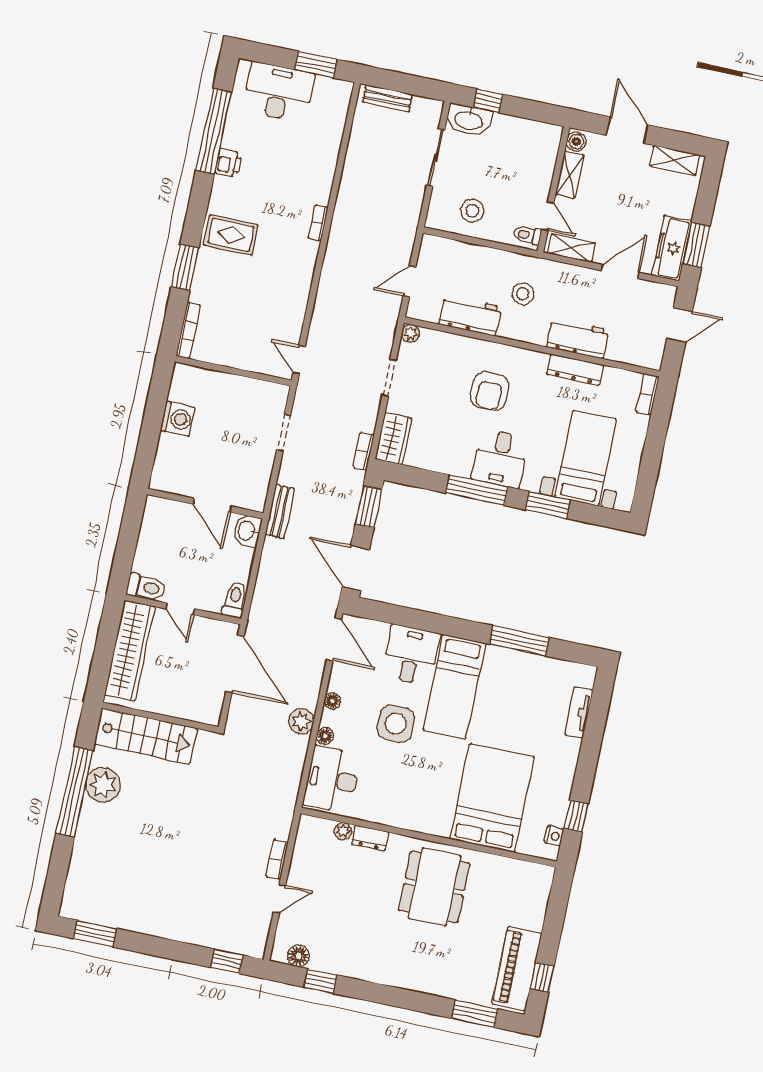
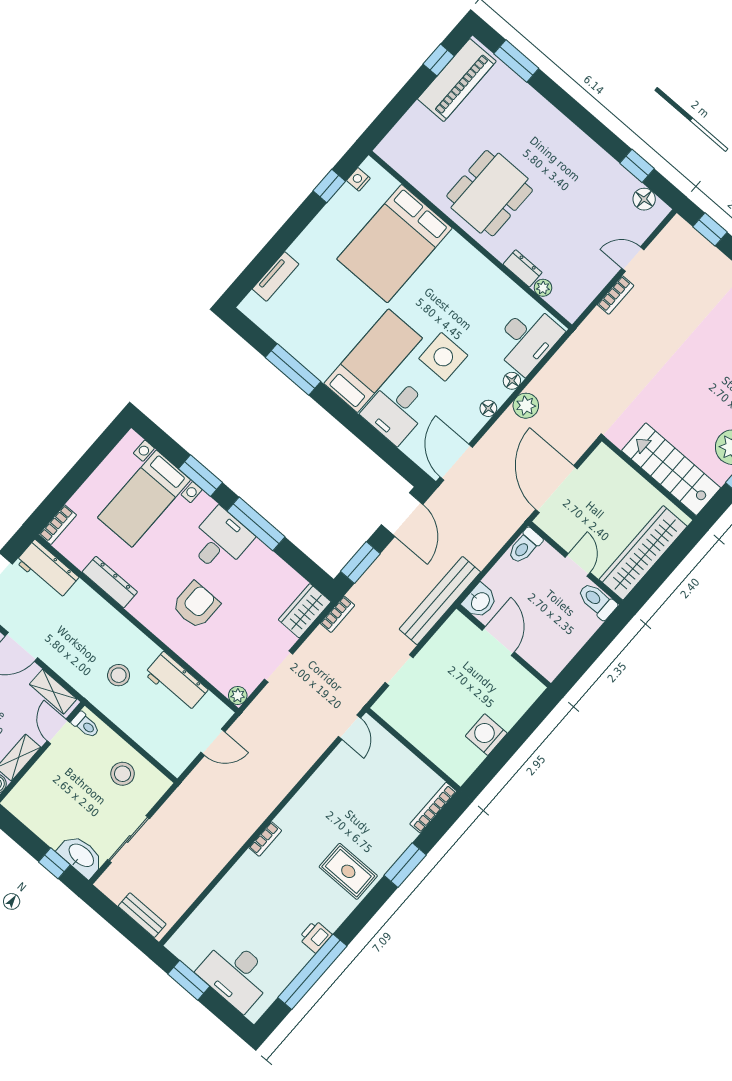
workbench: (577, 338) -> (47, 569), moved
bench: (280, 512) -> (440, 601), width x1.86, depth x1.21

